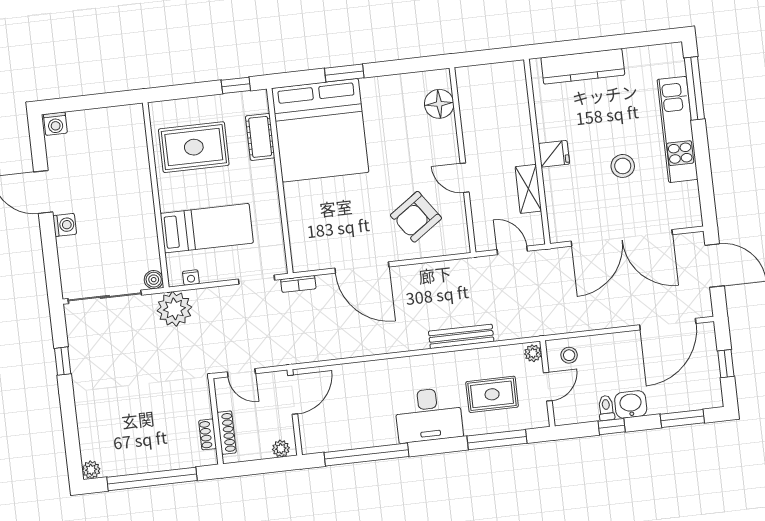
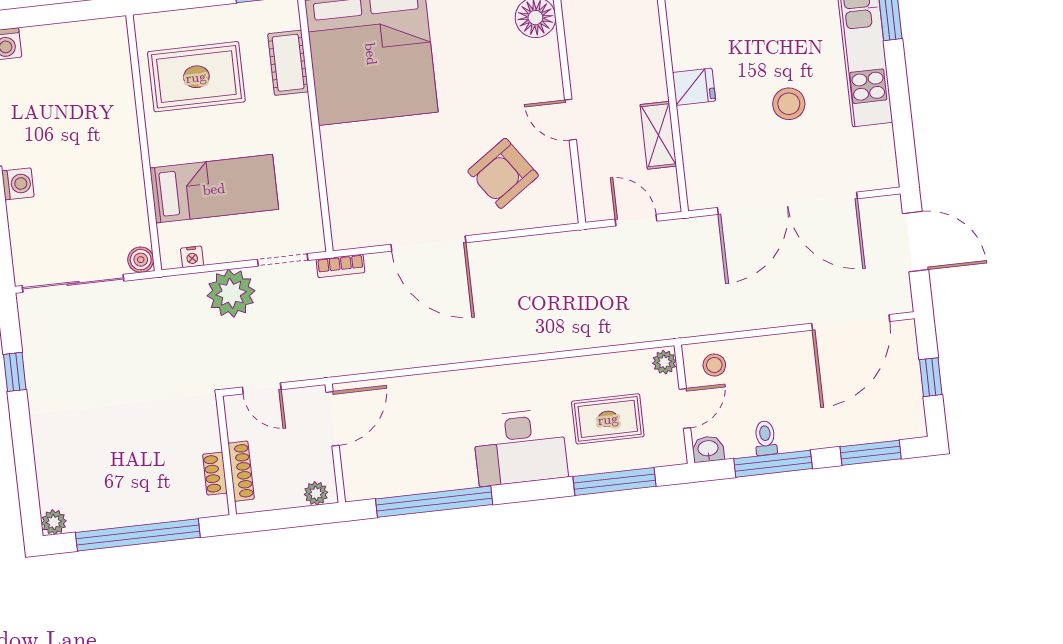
plant: (174, 309) -> (231, 293), moved
bench: (461, 336) -> (565, 339), removed
washbasin: (631, 404) -> (708, 449), moved, width x0.72, depth x0.69
window: (612, 427) -> (773, 464), width x2.17

